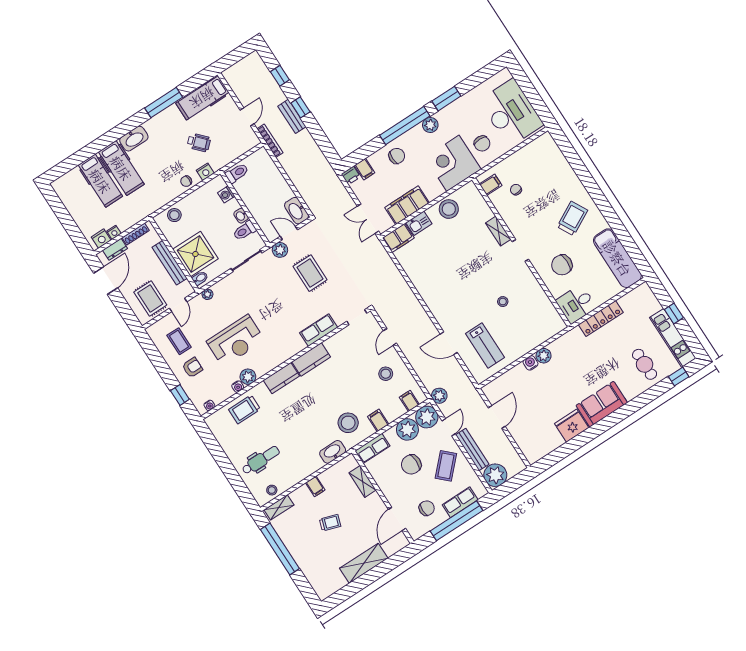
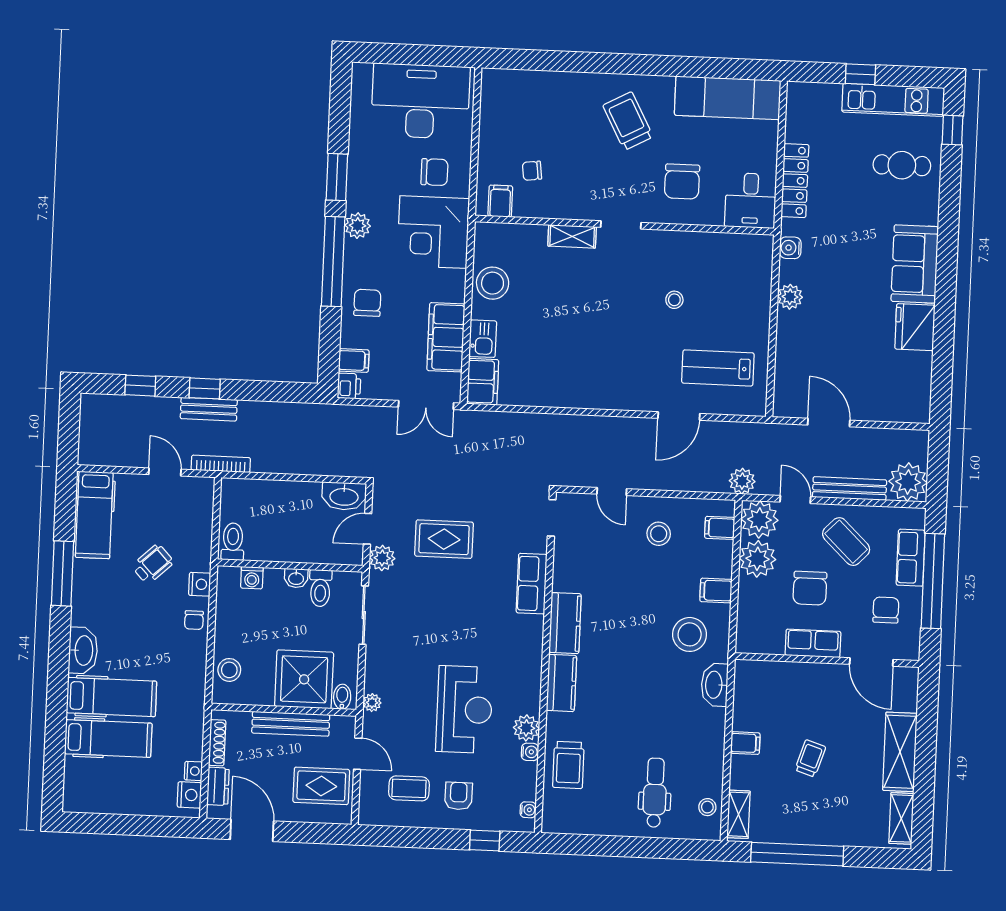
lab bench: (485, 346) -> (718, 368), turned 180
water cooler: (531, 363) -> (790, 248), moved
row of seats: (372, 448) -> (813, 643), moved, turned -90
shelving: (363, 481) -> (901, 818), moved, turned 90

